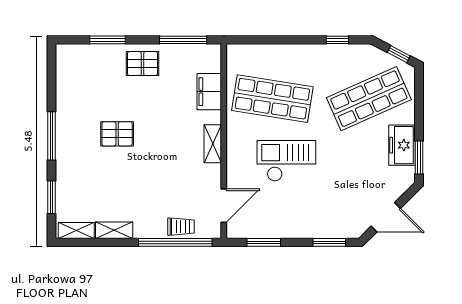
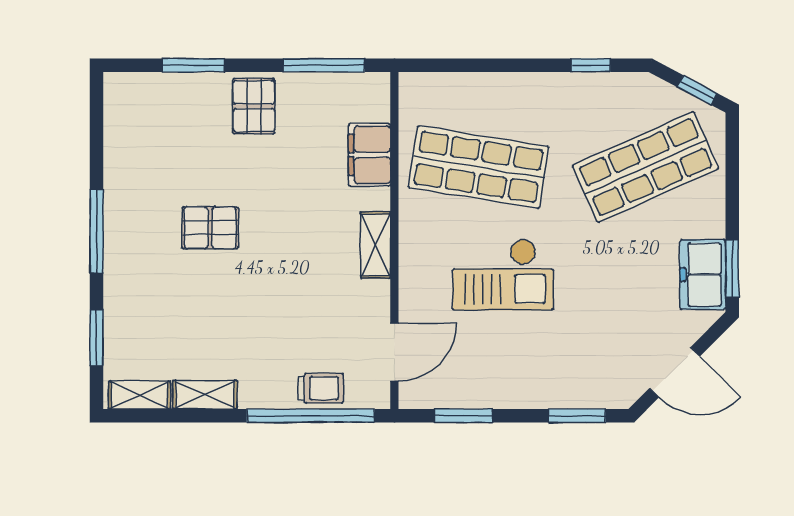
pallet: (142, 64) -> (254, 106), turned 90
freezer: (402, 145) -> (703, 275), moved
checkout: (286, 161) -> (503, 275), turned 180

